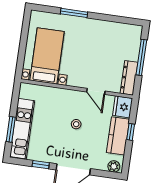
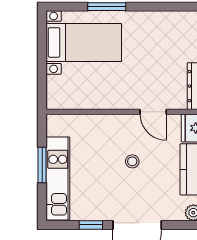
bed with nightstands: (47, 56) -> (84, 42), moved, turned 90
window: (11, 129) -> (42, 165), moved

